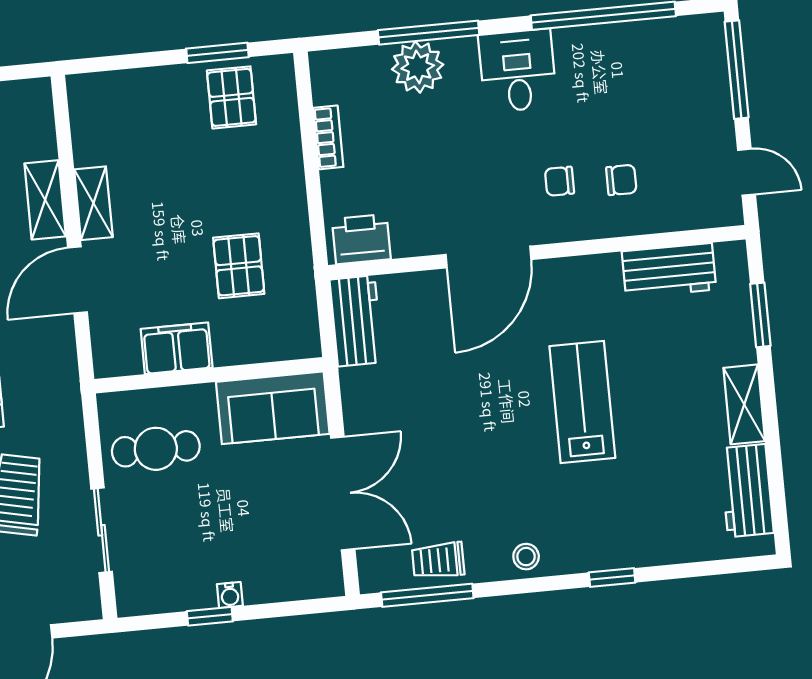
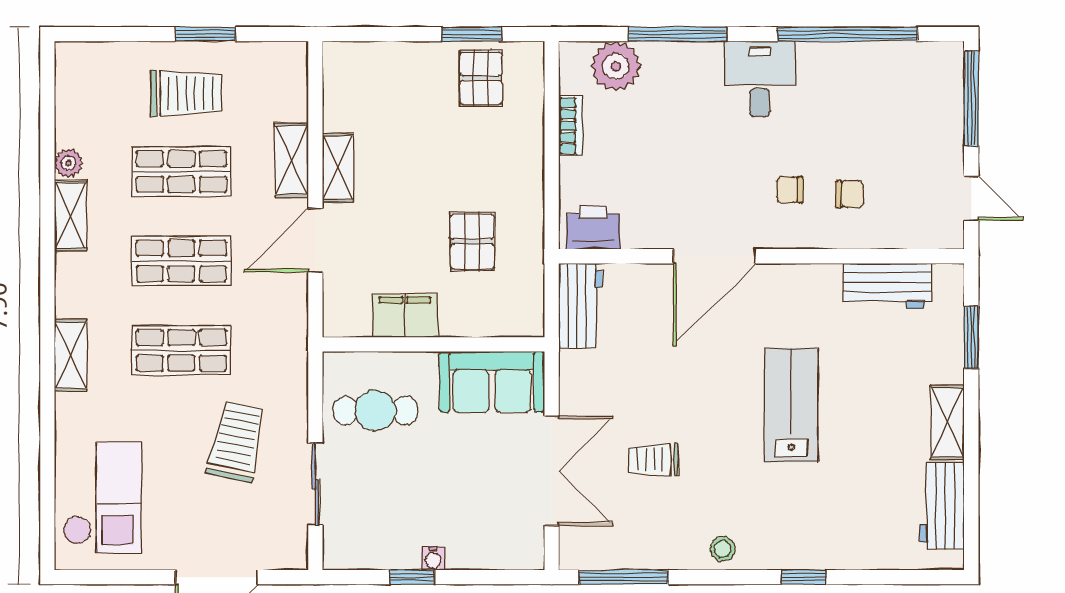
plant: (418, 67) -> (616, 66), moved
trolley: (438, 560) -> (653, 460), moved

